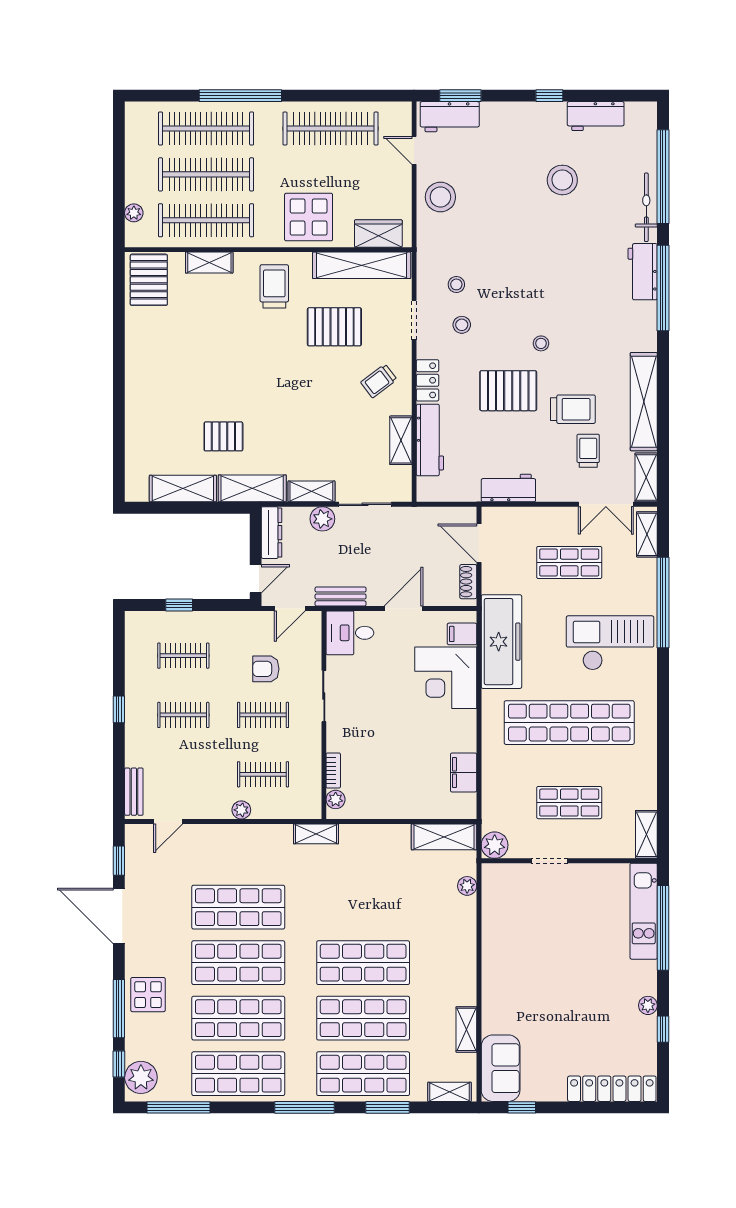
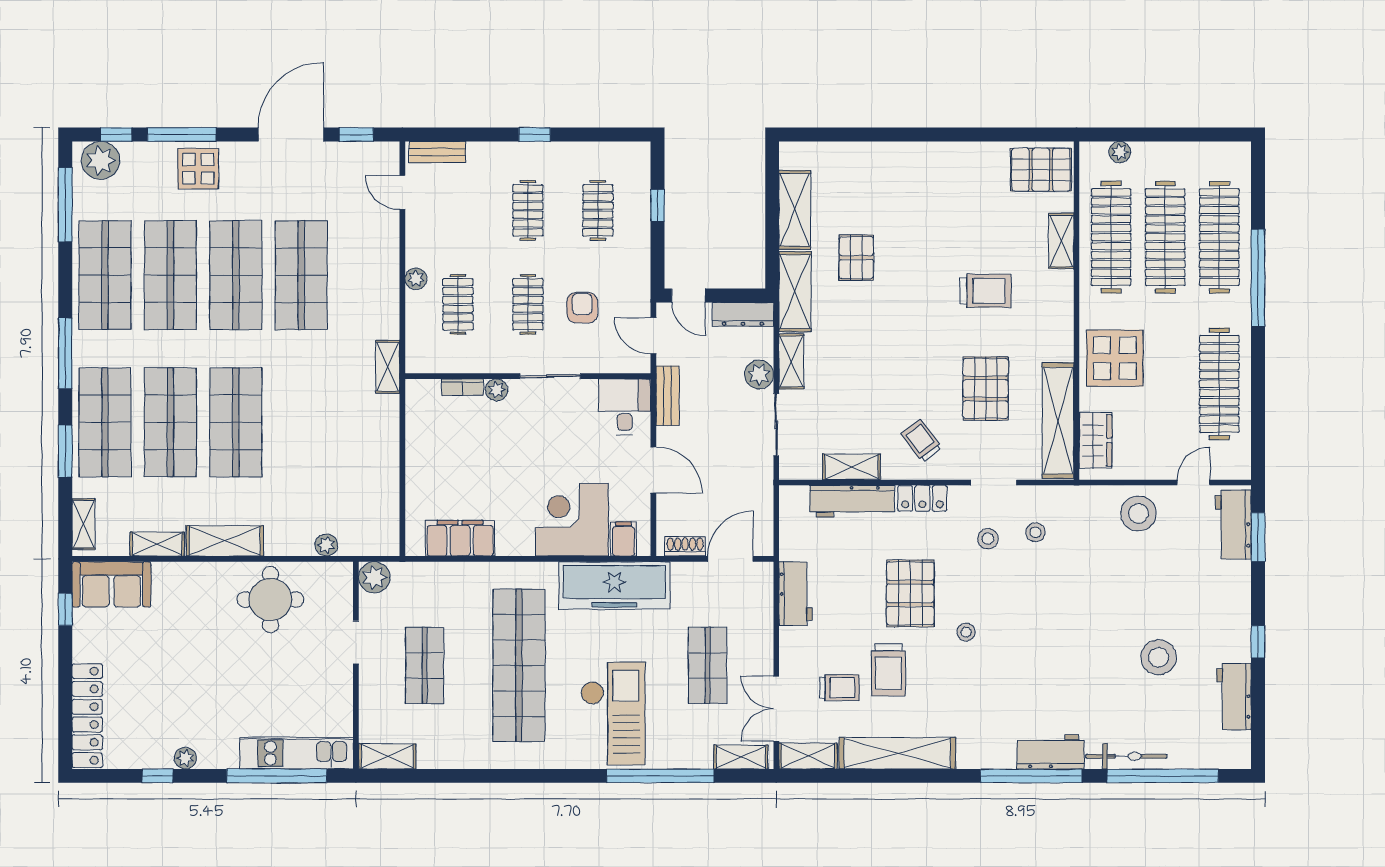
trolley: (274, 286) -> (985, 291), moved
filing cabinet: (464, 772) -> (460, 538), width x1.50, depth x1.17
plant: (336, 799) -> (497, 390), moved
shelving: (444, 837) -> (225, 541), moved, turned 90
round table: (513, 933) -> (270, 599), added

